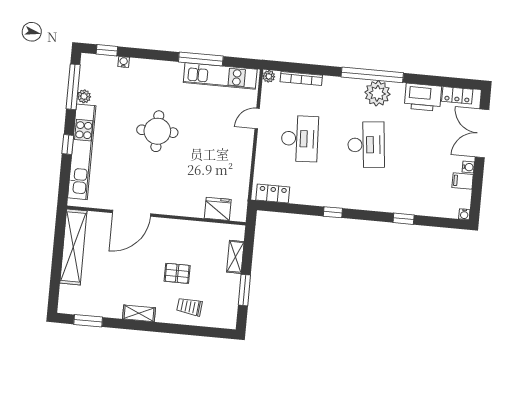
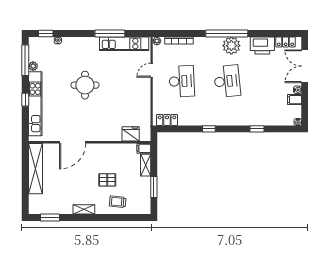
filing cabinet: (235, 232) -> (144, 148), added

